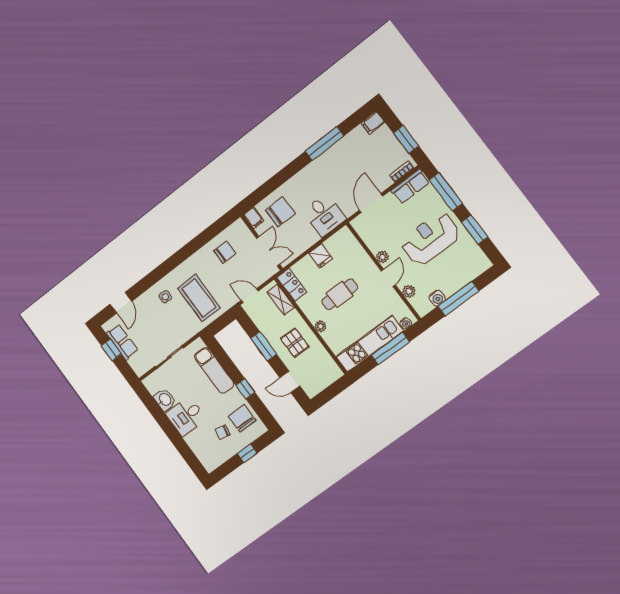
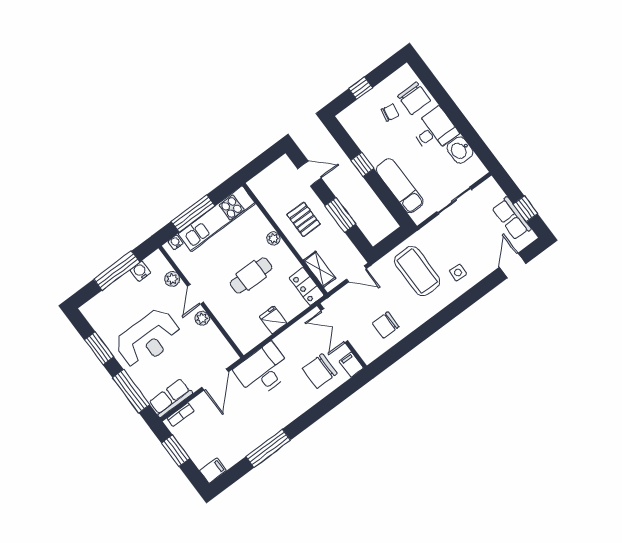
desk: (324, 215) -> (263, 370), width x1.37
chair: (242, 418) -> (414, 98), moved

